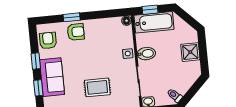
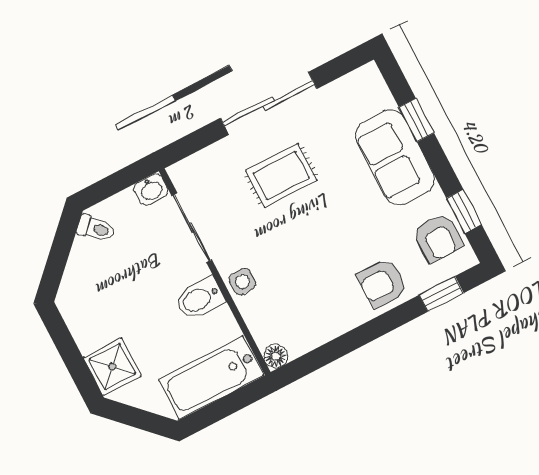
window: (150, 10) -> (232, 403), removed
window: (72, 17) -> (441, 294), moved
shower: (190, 52) -> (112, 367), moved
window: (36, 61) -> (464, 211), moved

